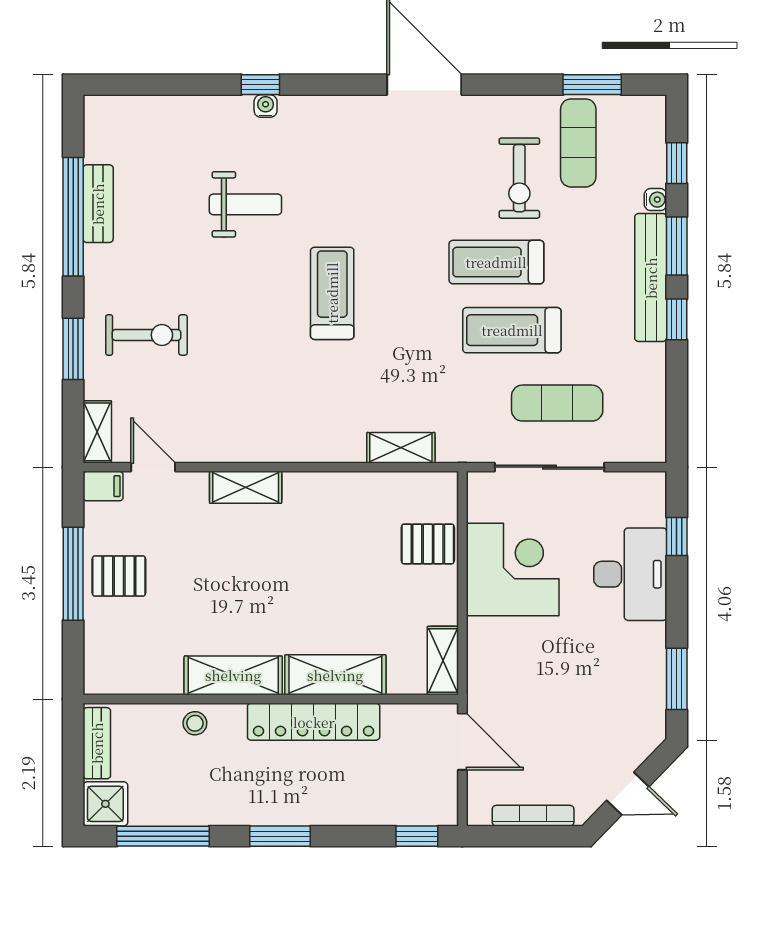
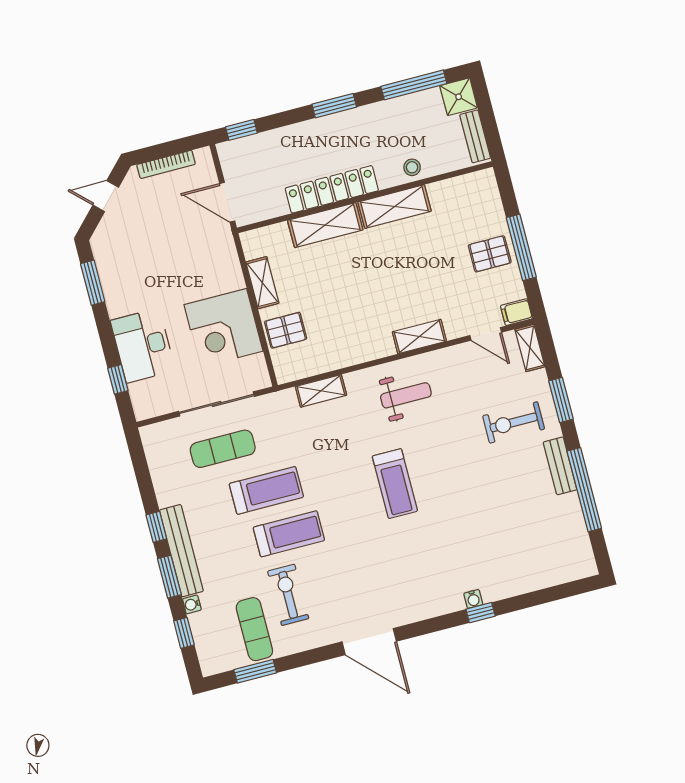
bench: (98, 204) -> (560, 466), moved
weight bench: (245, 204) -> (406, 395), moved, turned 180
shelving: (443, 661) -> (262, 283), moved

